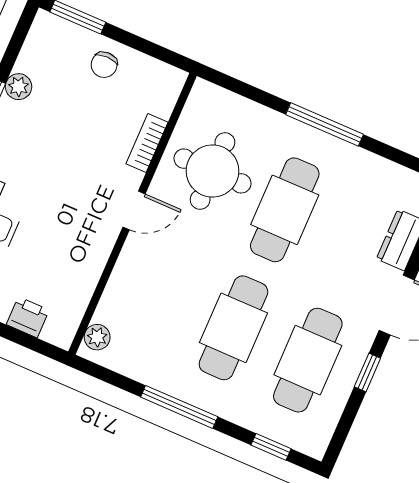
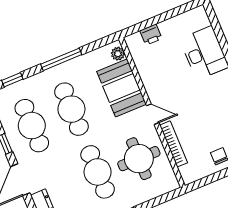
bookcase: (147, 143) -> (174, 144), width x1.56
door: (134, 210) -> (153, 114), swing flipped
booth: (139, 287) -> (121, 88), added

